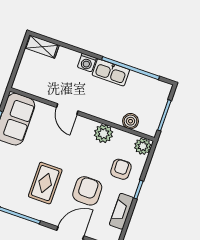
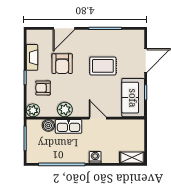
kitchen sink: (111, 72) -> (69, 126), moved, turned 180
armchair: (121, 169) -> (43, 88), turned 91
rug: (45, 183) -> (103, 66), moved, turned 90

